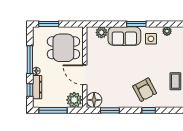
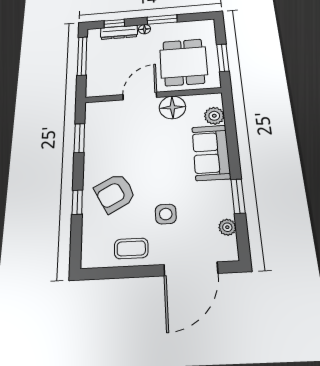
window: (49, 24) -> (223, 58), moved
window: (136, 24) -> (238, 196), moved
side table: (151, 39) -> (166, 214), moved
window: (30, 60) -> (162, 20), width x0.69
plant: (74, 100) -> (98, 84), removed
floor lamp: (94, 100) -> (172, 107), moved

